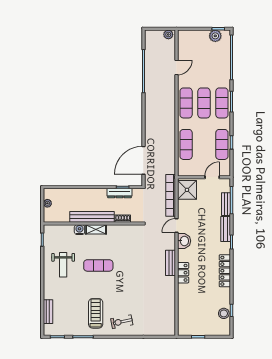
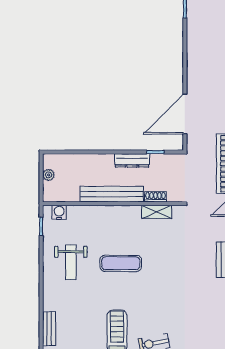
dresser: (119, 193) -> (132, 160), moved
shelving: (96, 229) -> (157, 212), moved
water cooler: (79, 230) -> (59, 212), moved

